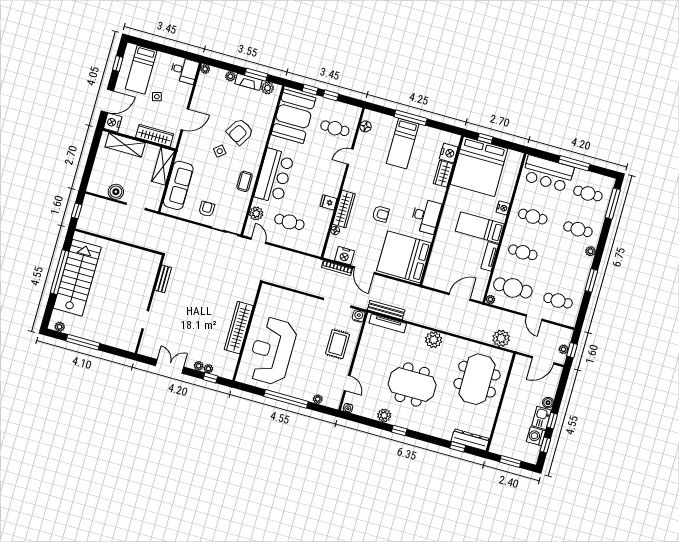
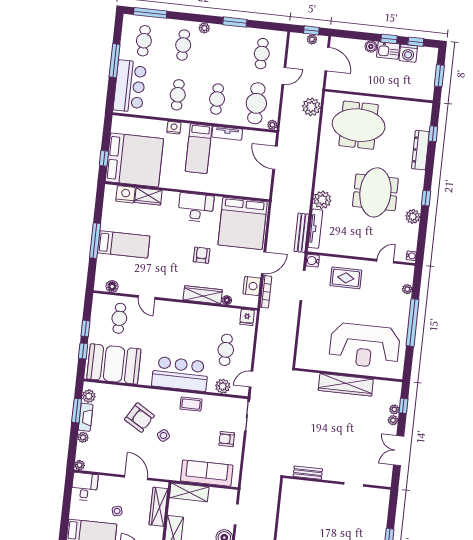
fridge: (328, 202) -> (247, 317), moved
plant: (434, 340) -> (322, 200), moved
dresser: (470, 440) -> (420, 150), moved

